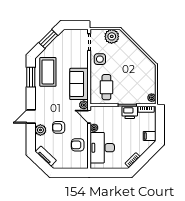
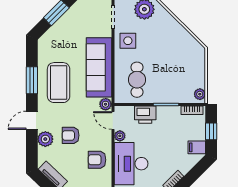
coffee table: (48, 72) -> (59, 83), moved
window: (31, 77) -> (32, 80), moved
sofa: (79, 84) -> (99, 67), width x1.36
printer: (130, 112) -> (145, 115), moved
window: (160, 124) -> (211, 131), added

